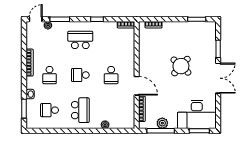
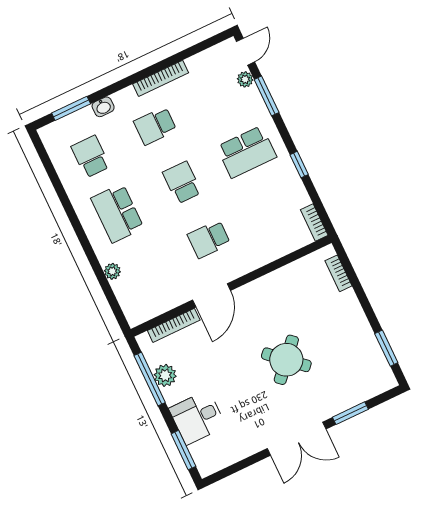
door: (36, 19) -> (246, 52), hinge flipped
school desk: (80, 40) -> (247, 152), turned 90
school desk: (80, 110) -> (117, 213), turned 90
desk: (197, 114) -> (197, 417), width x0.53, depth x0.77

